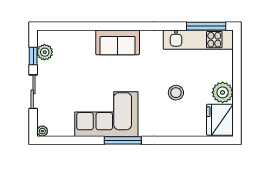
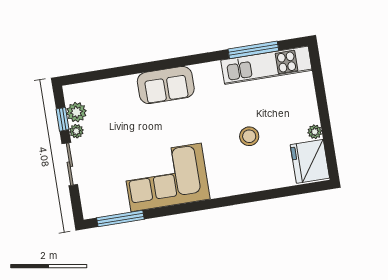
window: (206, 26) -> (253, 50), moved
plant: (223, 92) -> (315, 132), width x0.53, depth x0.53
plant: (42, 131) -> (76, 131), moved
window: (123, 140) -> (120, 219), moved

